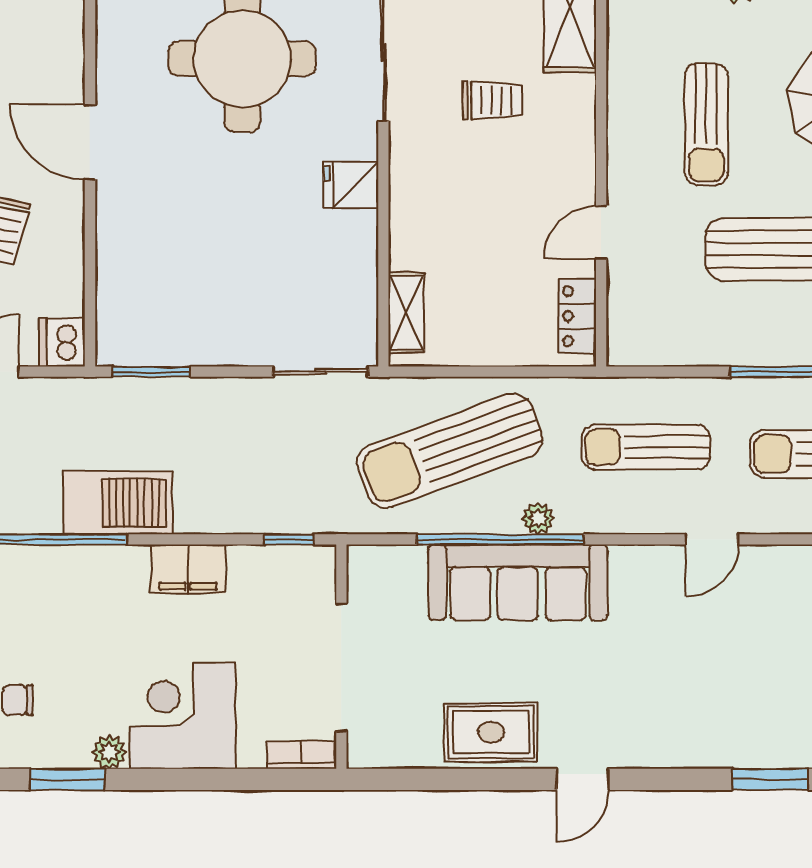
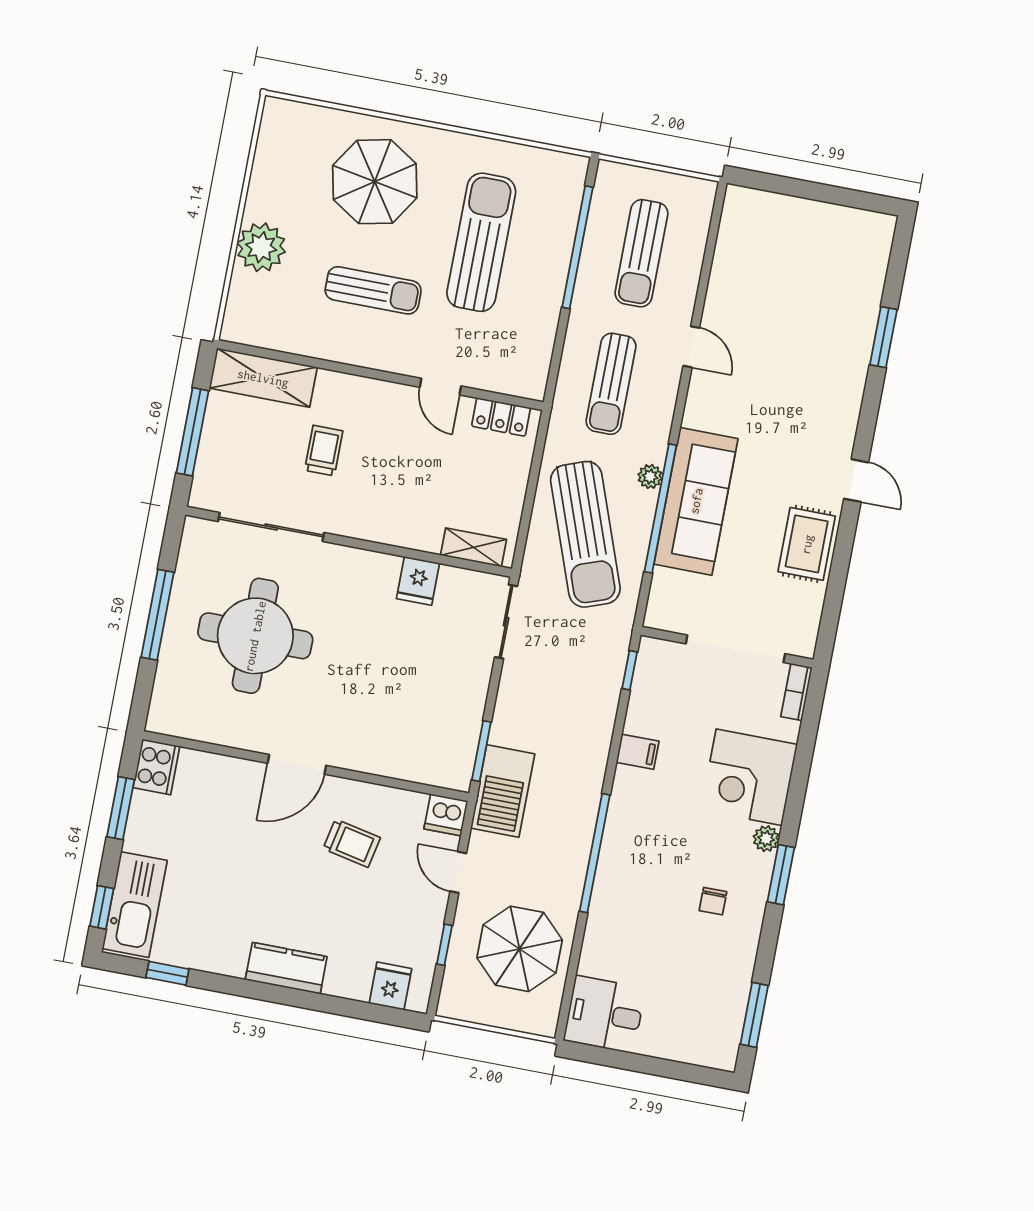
fridge: (351, 185) -> (418, 581), moved
barbecue: (118, 503) -> (503, 791), moved, turned 180
filing cabinet: (188, 569) -> (638, 752), width x0.50

